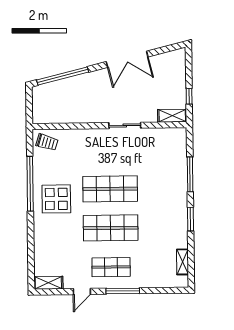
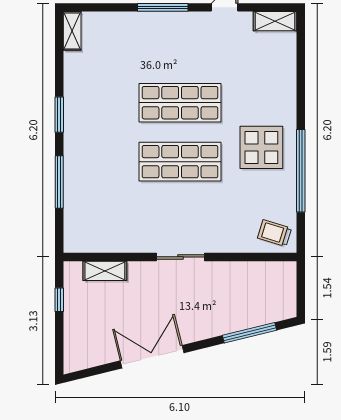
window: (63, 76) -> (250, 333), width x0.68
shelving: (172, 116) -> (105, 271), moved
sliding door: (125, 125) -> (181, 257), moved
shelving: (183, 262) -> (72, 31), moved
shop shelf: (111, 267) -> (180, 44), removed

